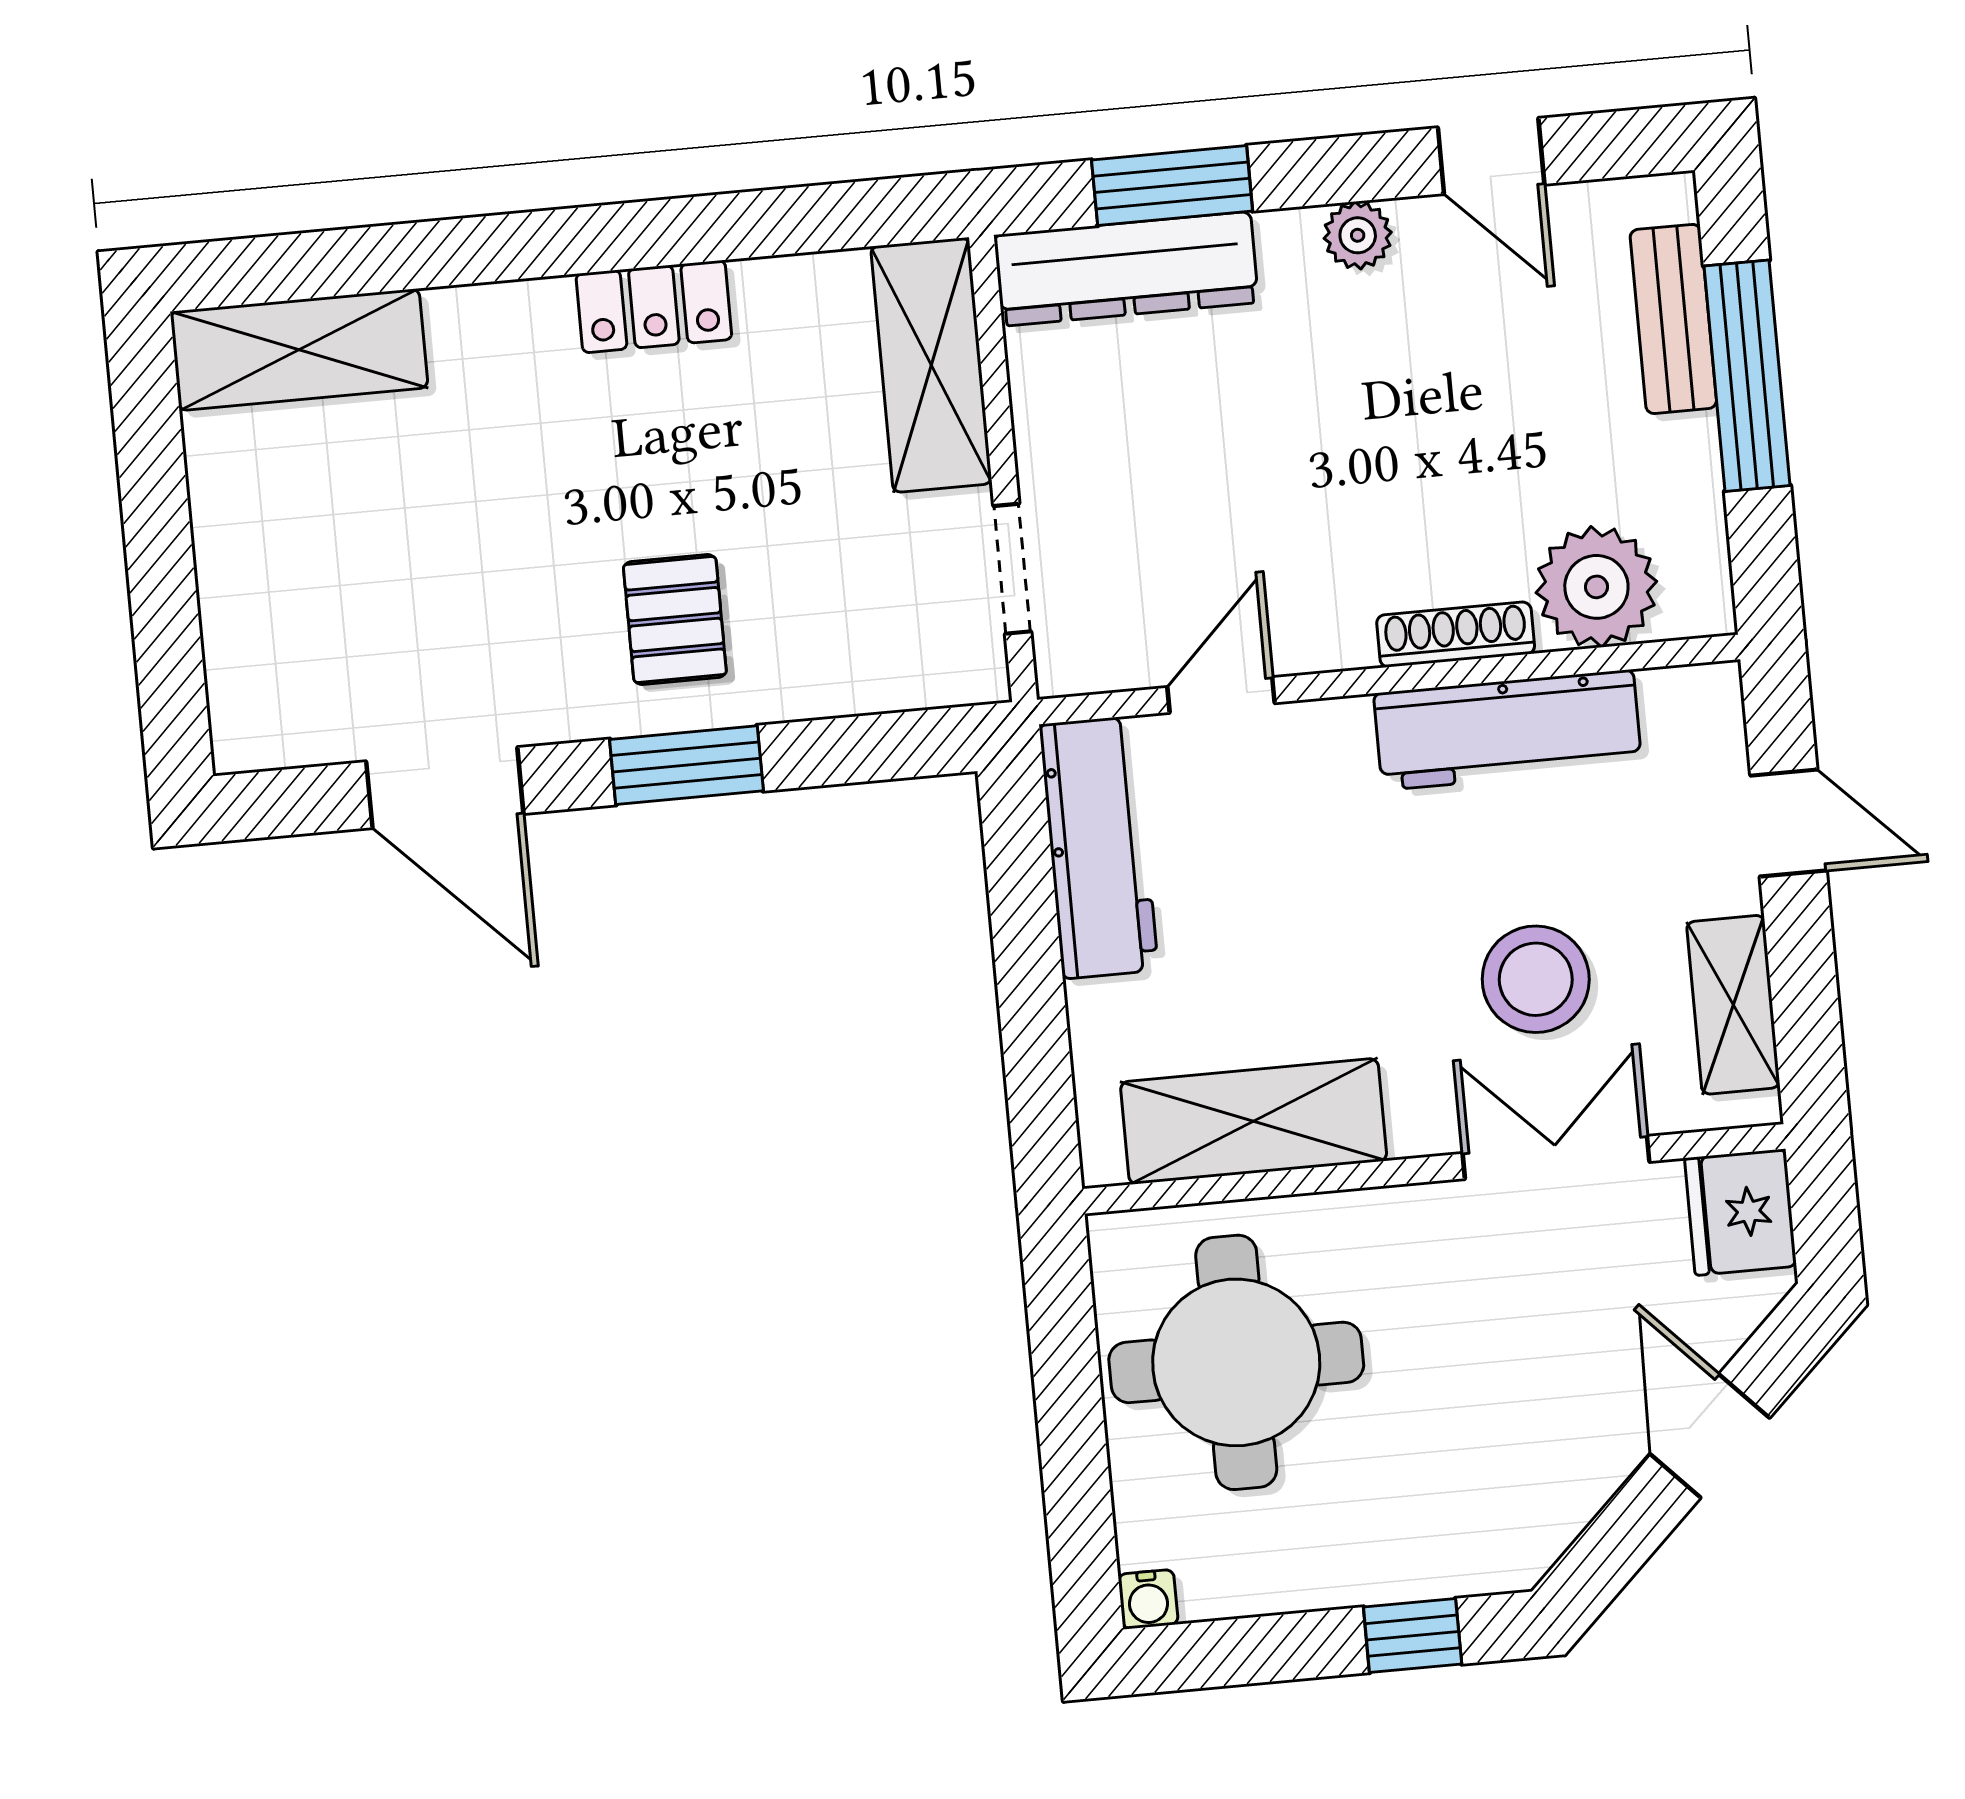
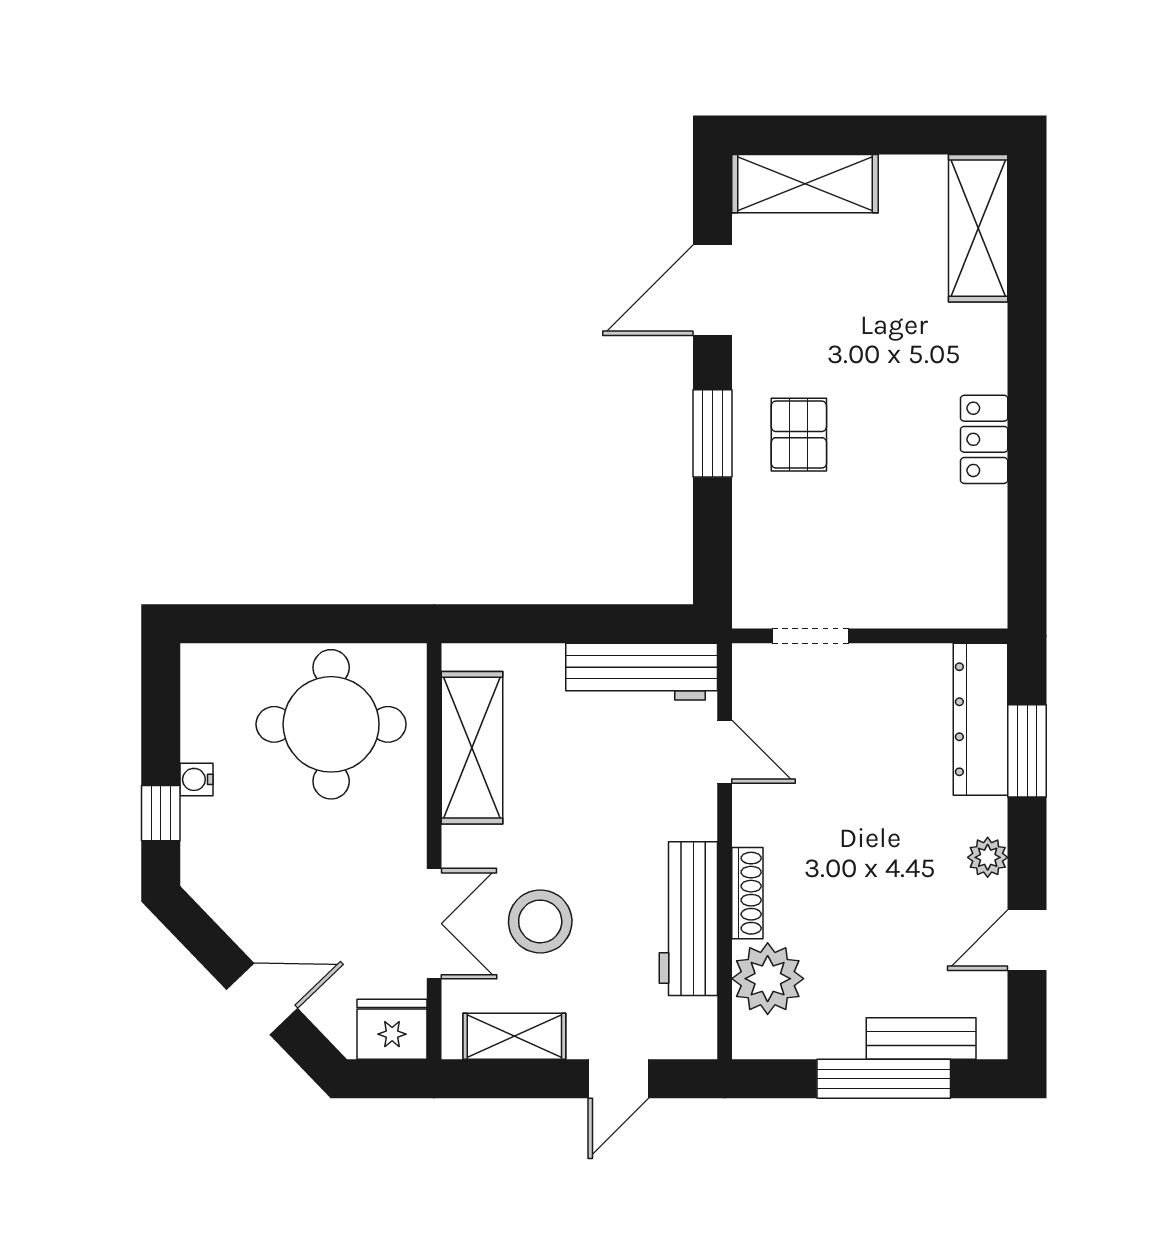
shelving: (931, 365) -> (805, 184), moved
pallet: (675, 620) -> (799, 435), turned 90
water cooler: (1148, 1599) -> (197, 779), moved

